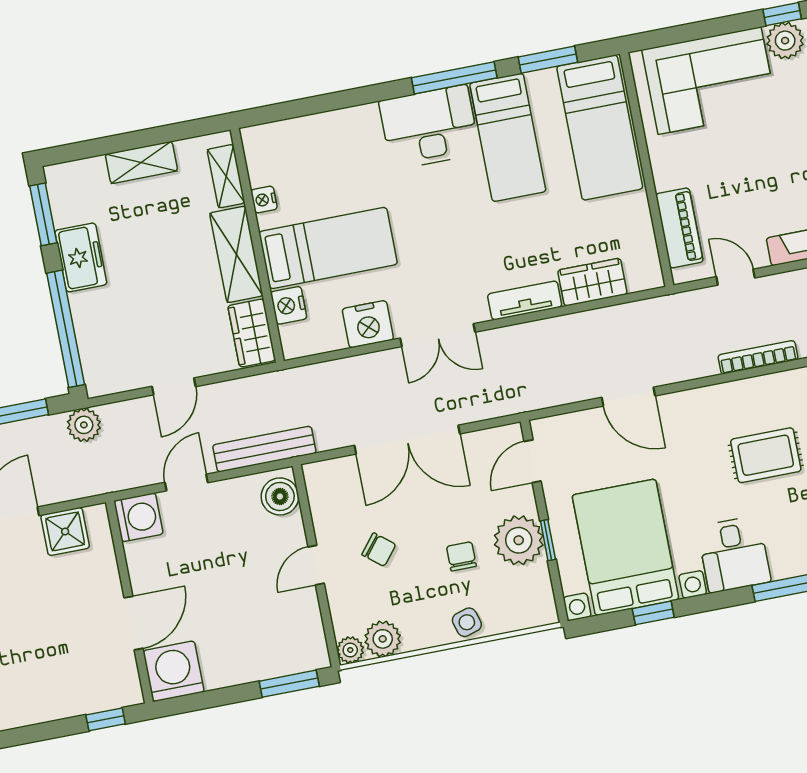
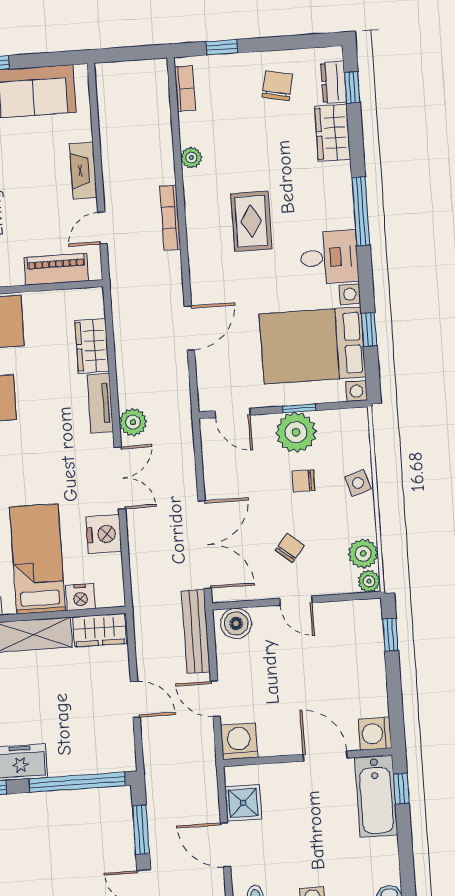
plant: (84, 425) -> (133, 422), moved
double door: (407, 440) -> (205, 545), moved
washing machine: (174, 671) -> (375, 734), width x0.73, depth x0.73
window: (289, 684) -> (390, 635), width x0.67
bathtub: (93, 690) -> (376, 796), added

